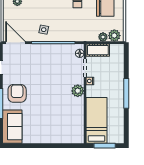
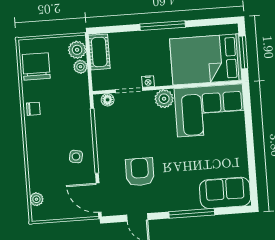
door: (15, 43) -> (99, 198), hinge flipped
cot: (98, 50) -> (99, 52), moved
armchair: (17, 93) -> (140, 172), moved, turned 90
bed: (97, 120) -> (206, 59), width x1.50
corner sofa: (68, 121) -> (210, 110), added

